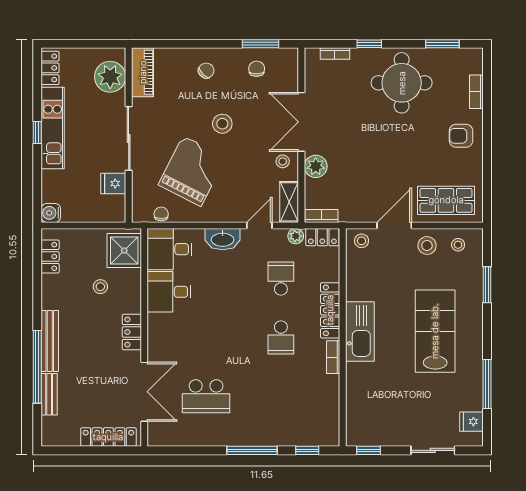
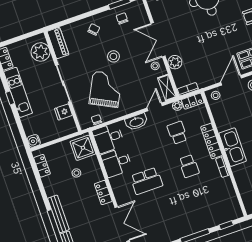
school desk: (206, 396) -> (146, 181), moved

